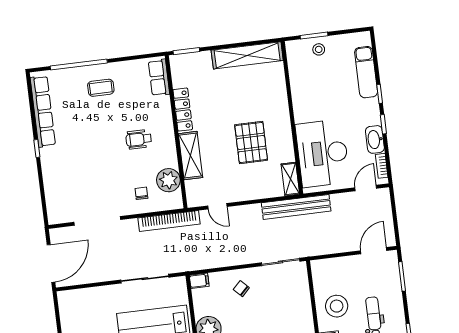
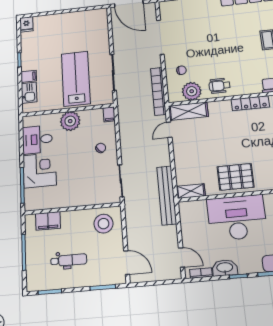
wheelchair: (139, 139) -> (220, 86), moved, turned -90
pallet: (251, 142) -> (236, 177), moved
desk: (323, 153) -> (237, 218), moved
shelving: (190, 156) -> (188, 111), moved
stool: (337, 306) -> (103, 224), moved

